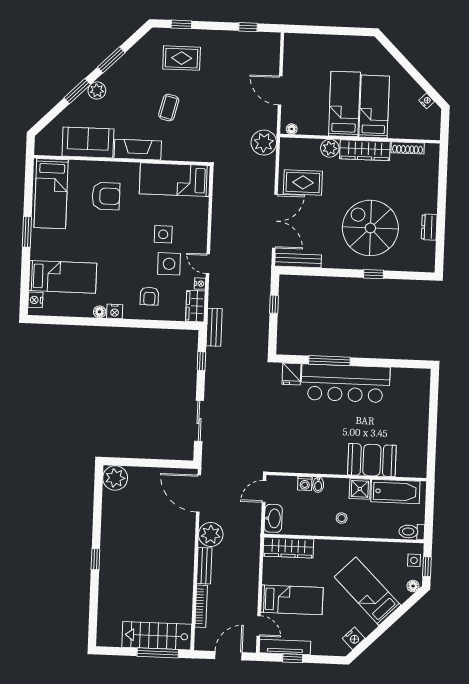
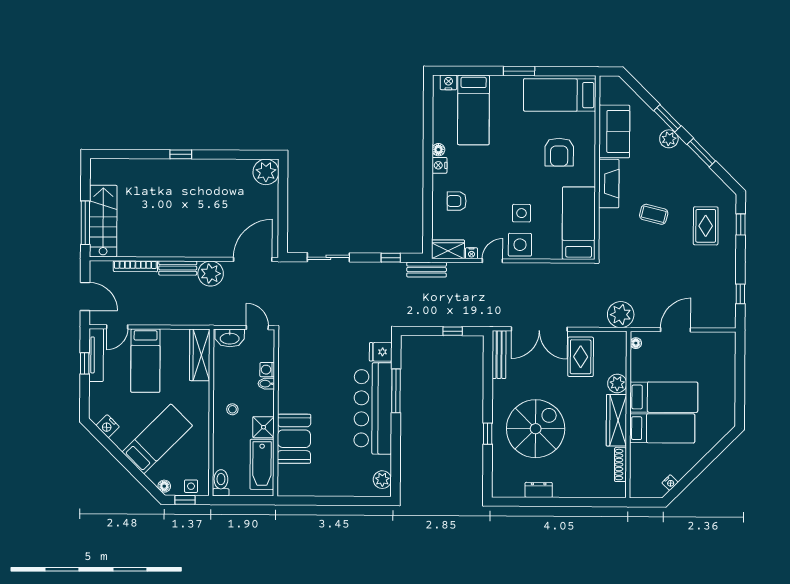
side table: (169, 264) -> (520, 245), moved
plant: (414, 377) -> (382, 480), added

